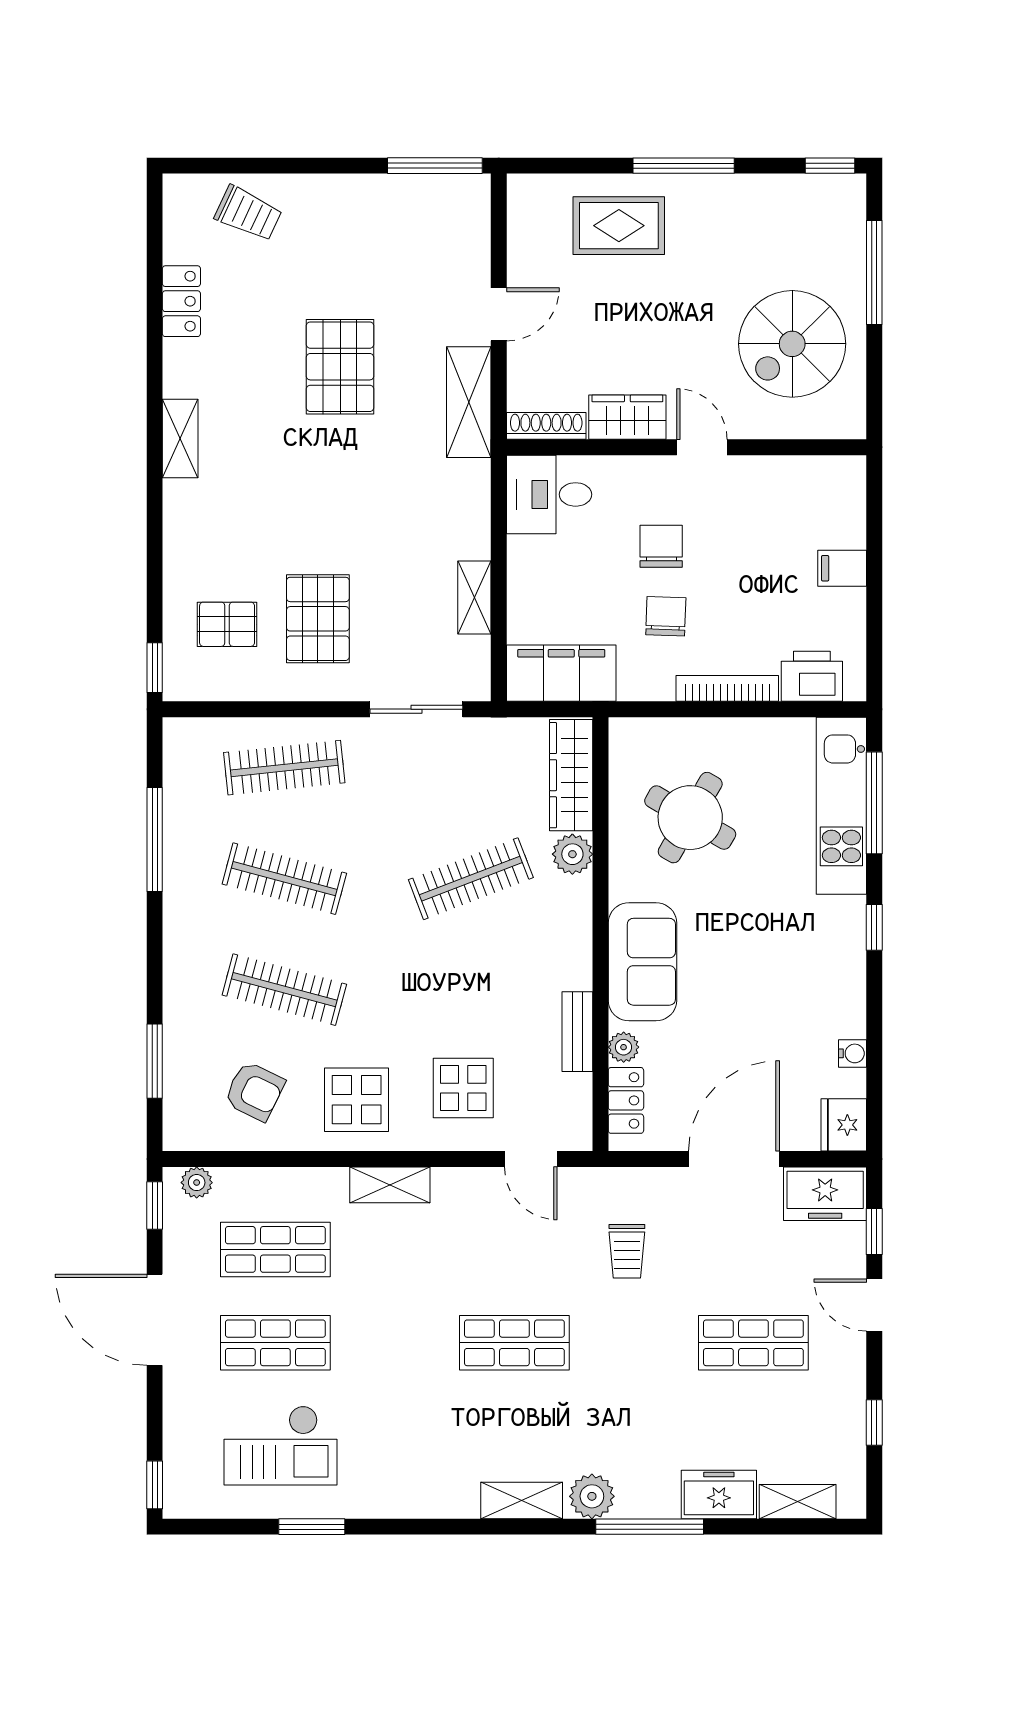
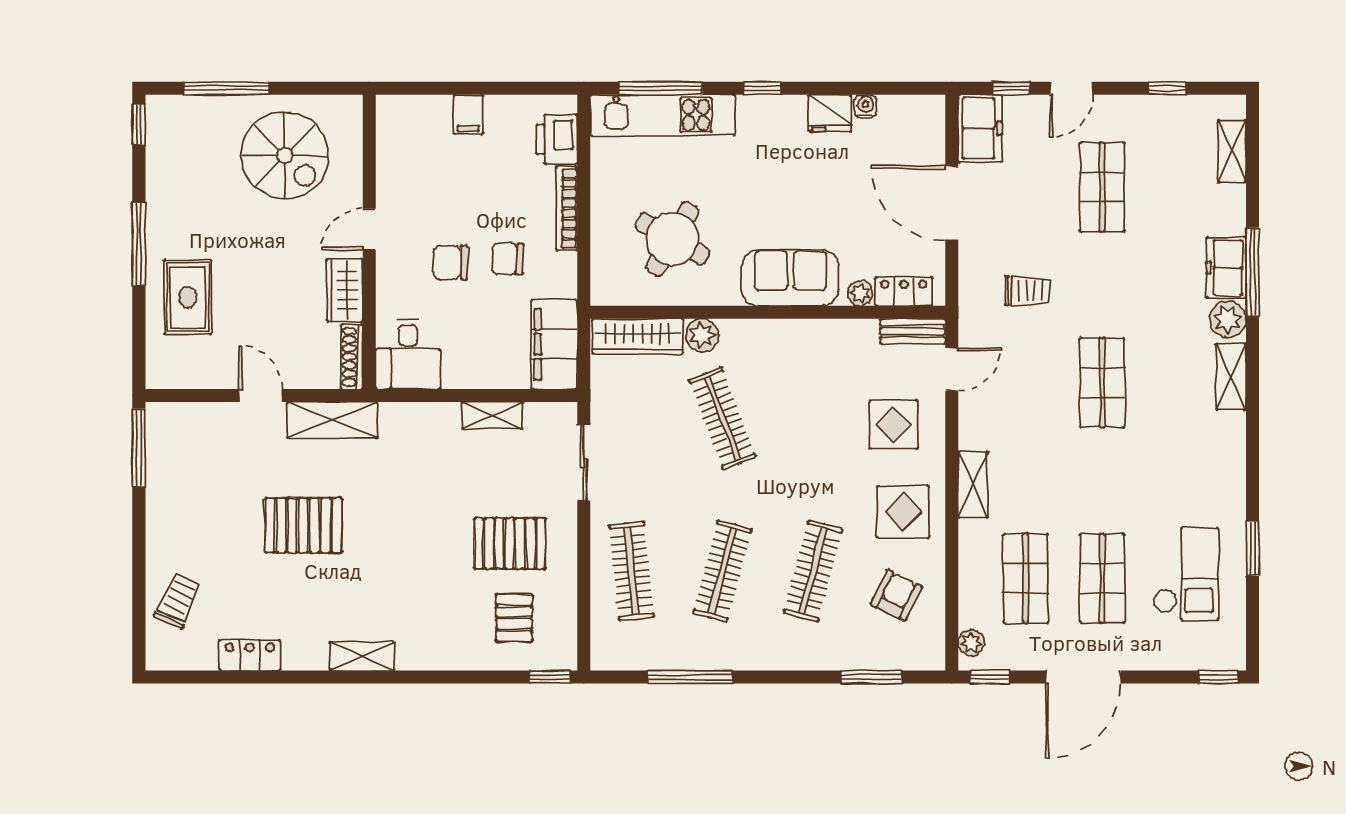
bench: (577, 1032) -> (913, 331), moved
fridge: (844, 1125) -> (830, 113), moved
freezer: (719, 1494) -> (1226, 268), moved

